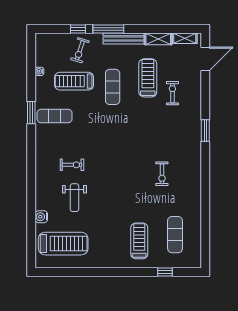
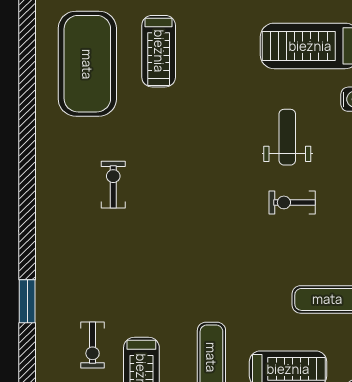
window: (205, 130) -> (27, 301), moved
exercise mat: (175, 235) -> (87, 64), width x2.00, depth x1.45

